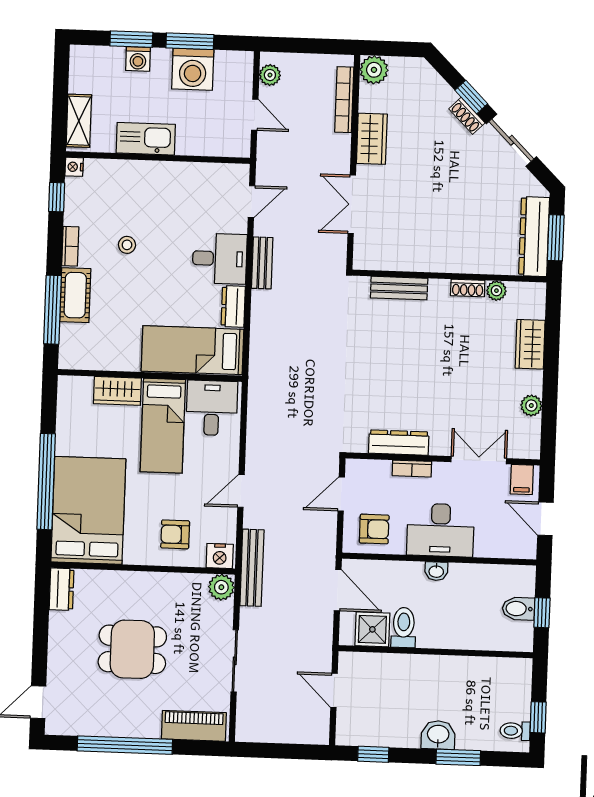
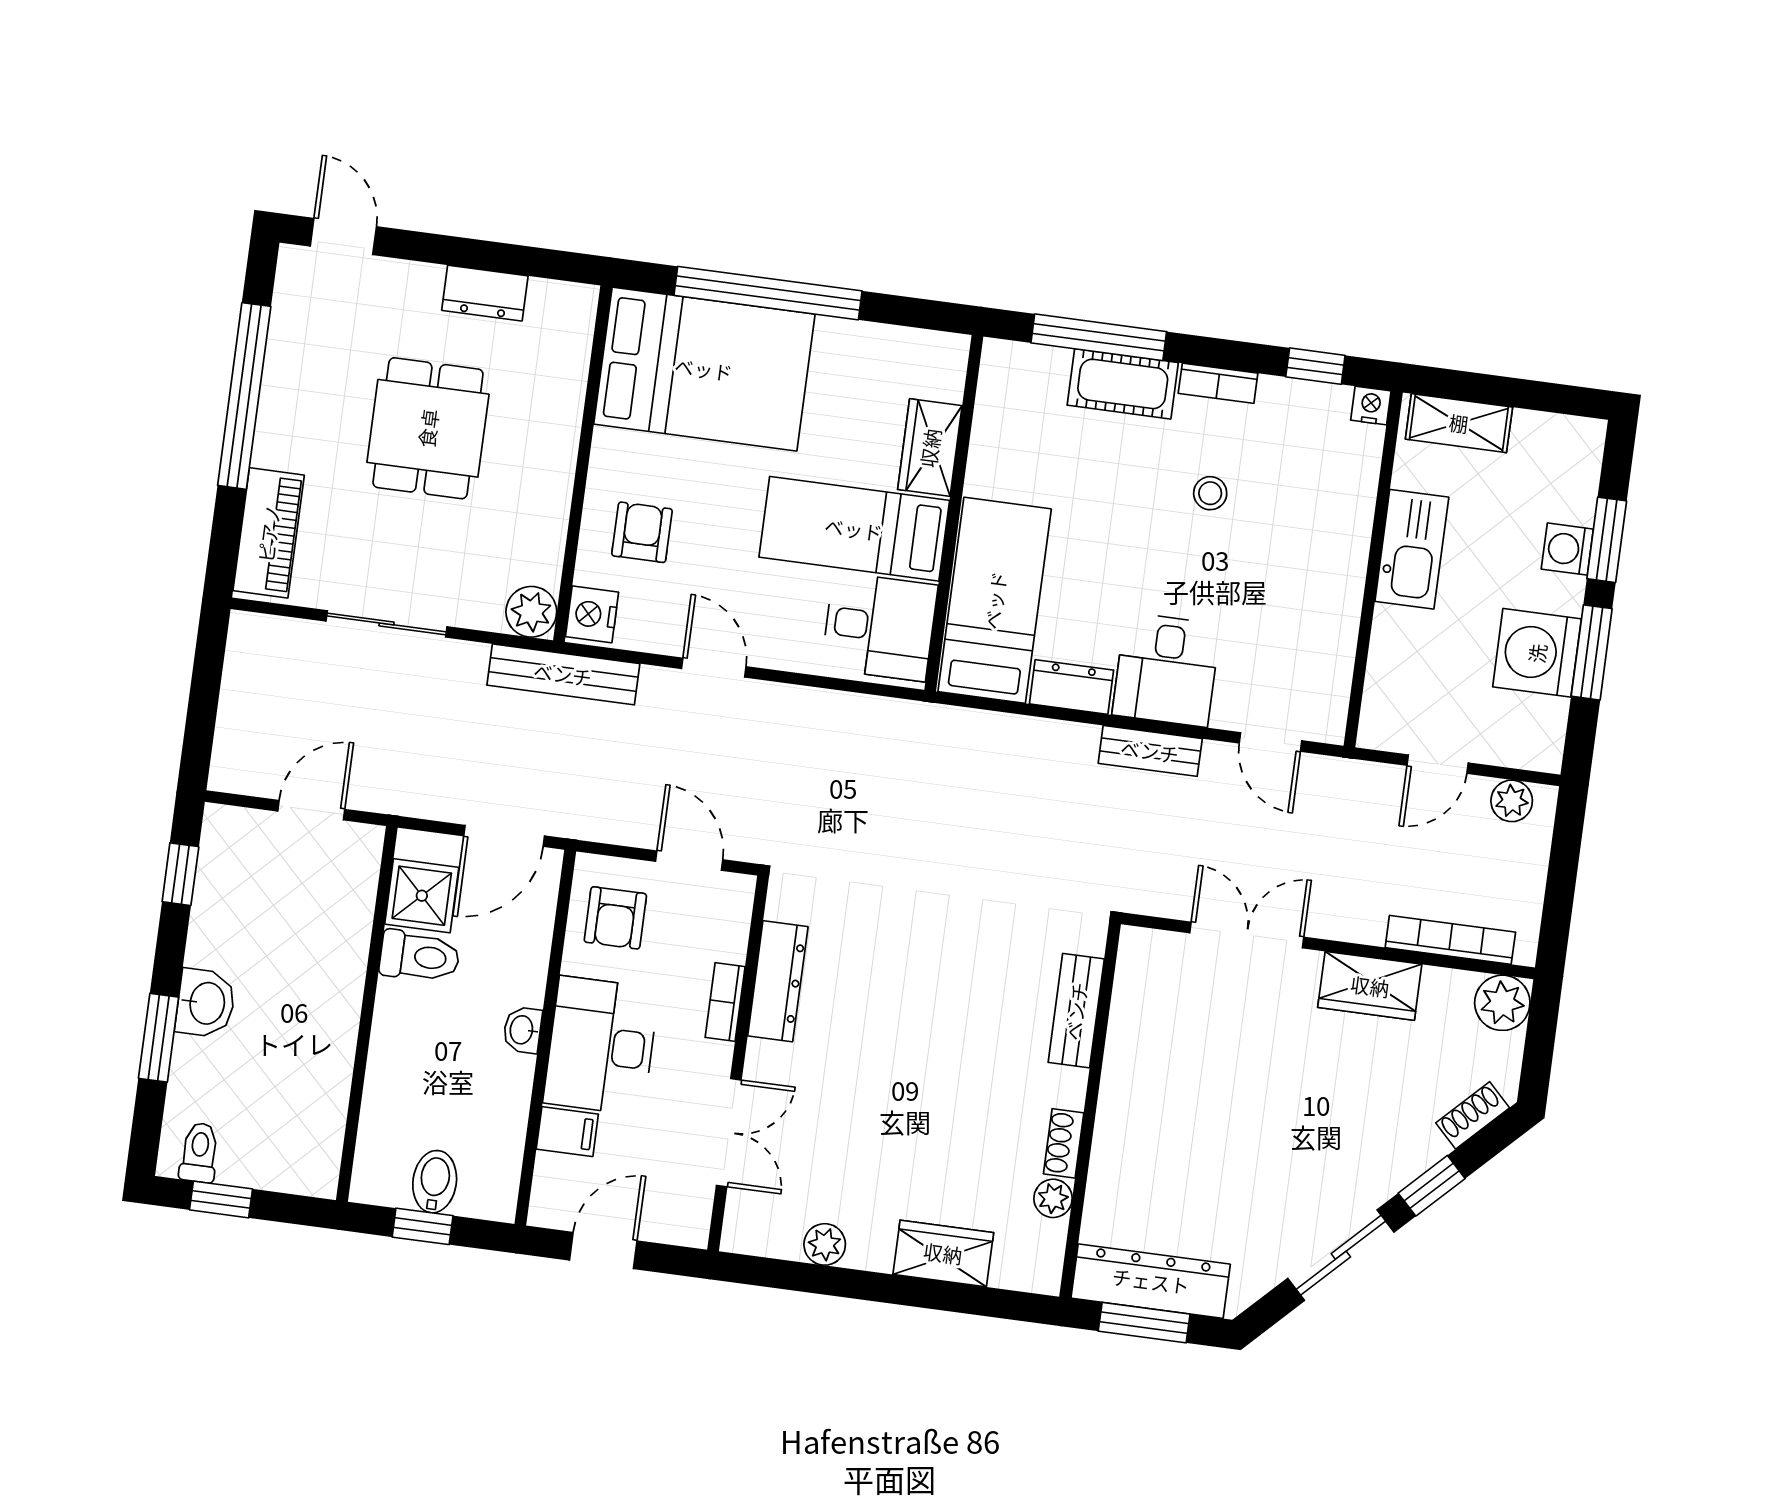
shoe rack: (467, 116) -> (1473, 1115), moved
filing cabinet: (522, 479) -> (567, 1132), moved, turned 180
dresser: (62, 589) -> (485, 293), moved

